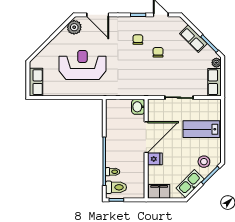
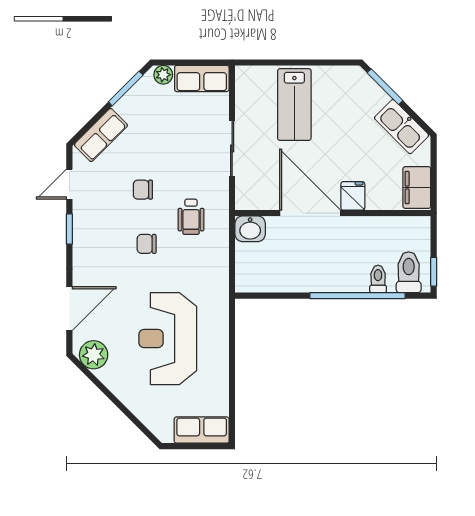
row of seats: (193, 39) -> (101, 135), moved
chair: (138, 40) -> (147, 244), moved
wheelchair: (144, 77) -> (191, 217), added
stool: (204, 162) -> (358, 99), removed

